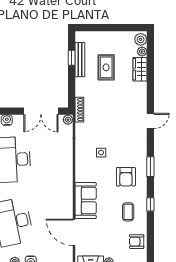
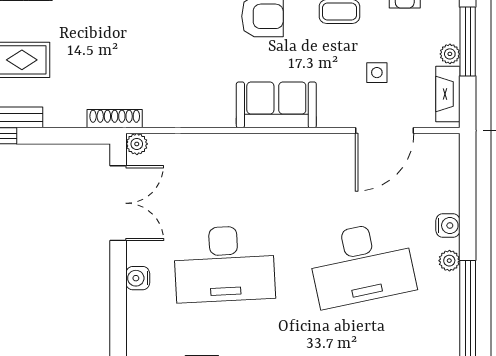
side table: (101, 153) -> (377, 73), moved
sofa: (86, 201) -> (276, 105), moved

